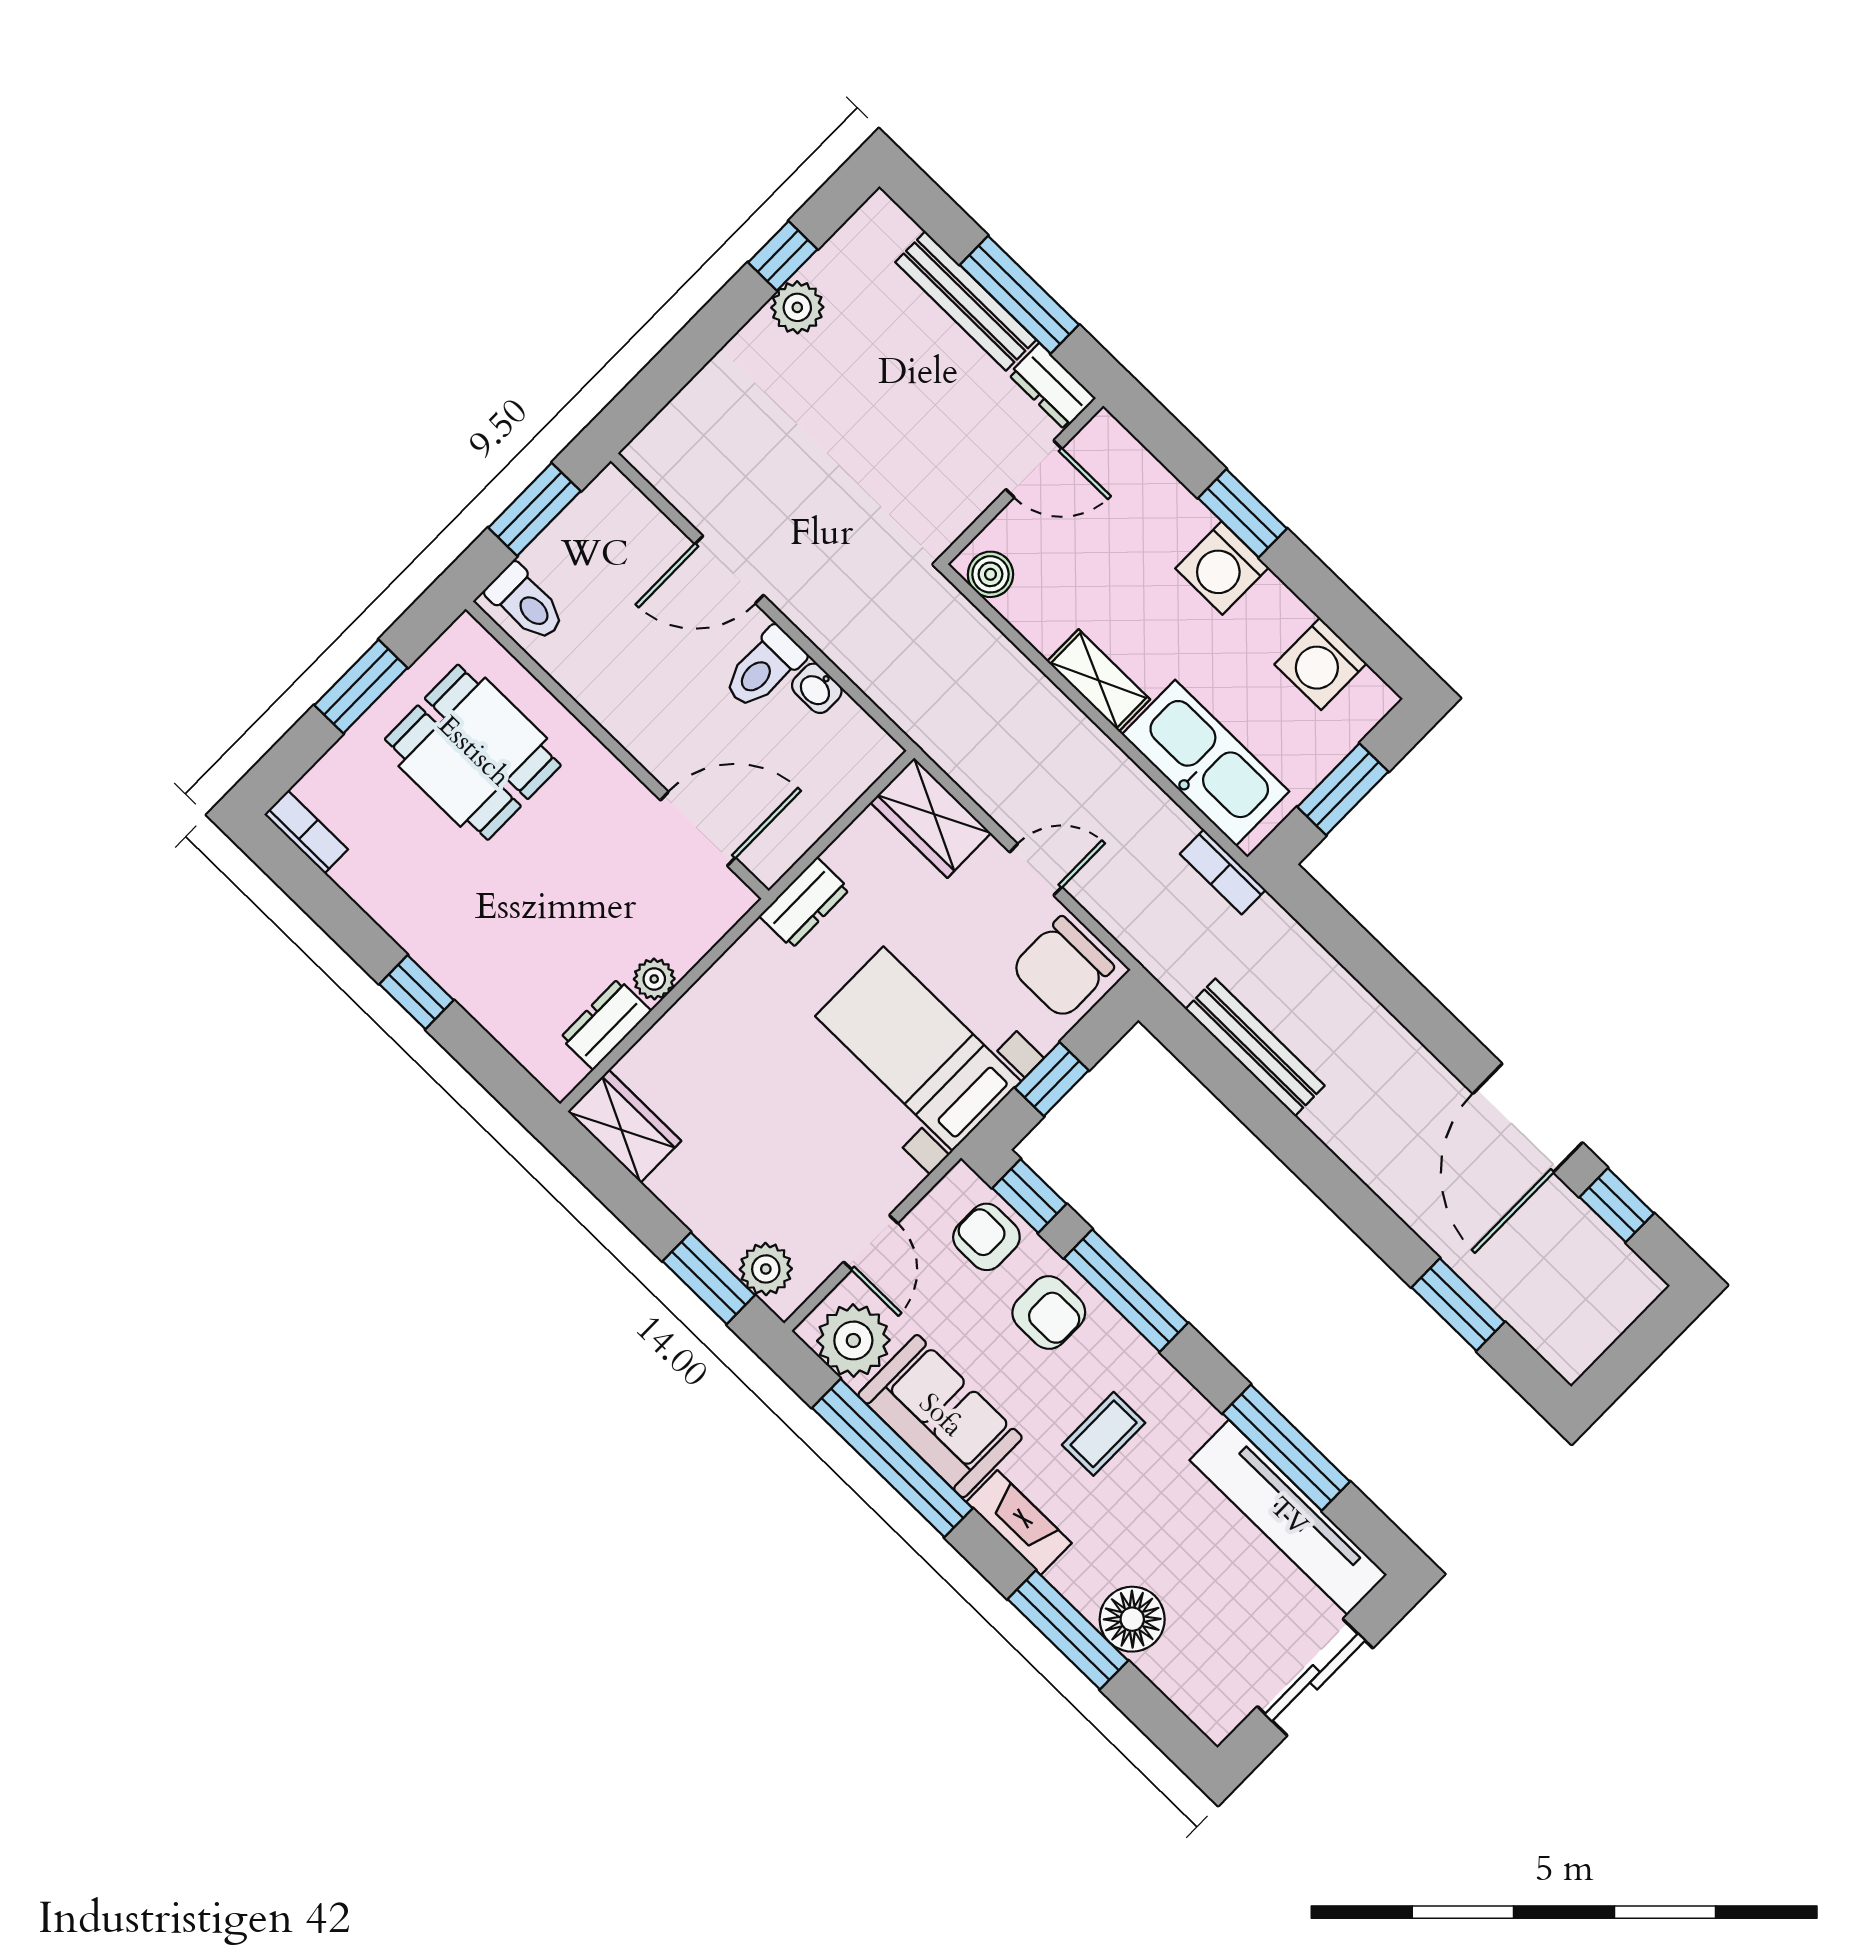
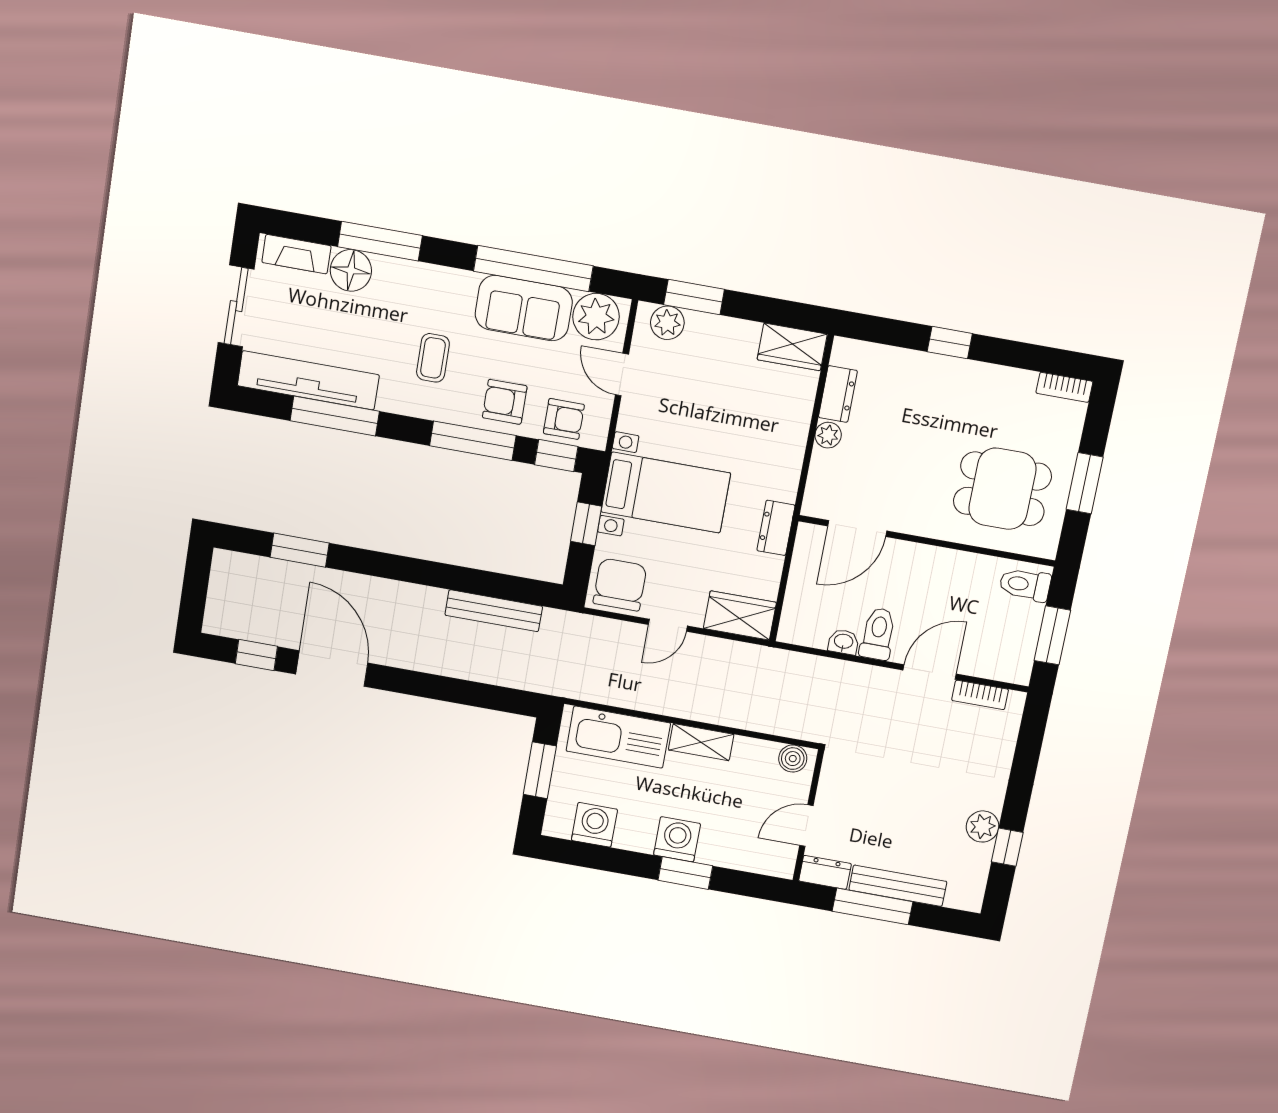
bookcase: (1223, 872) -> (980, 695), moved, turned 180
fireplace: (1019, 1522) -> (296, 254), moved

